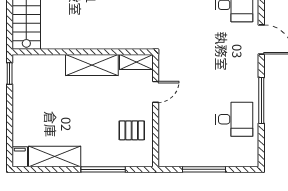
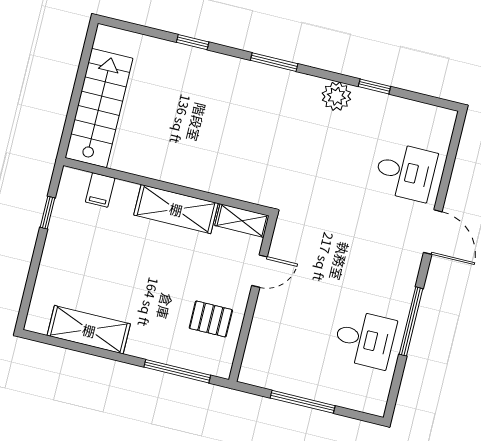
window: (10, 74) -> (48, 213), moved
filing cabinet: (20, 157) -> (100, 190), moved, turned 180
window: (103, 169) -> (177, 371), moved

